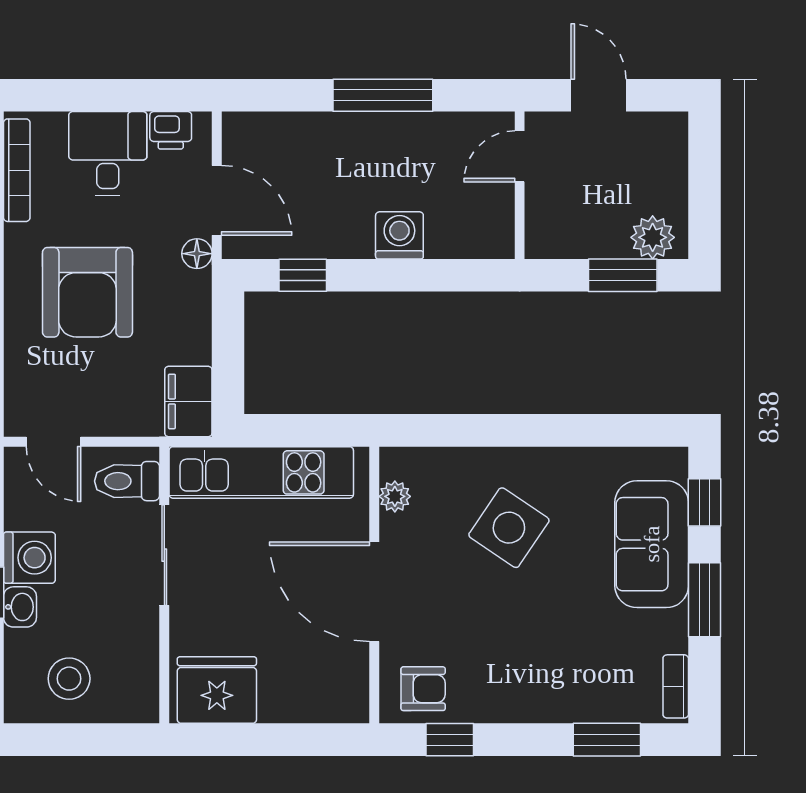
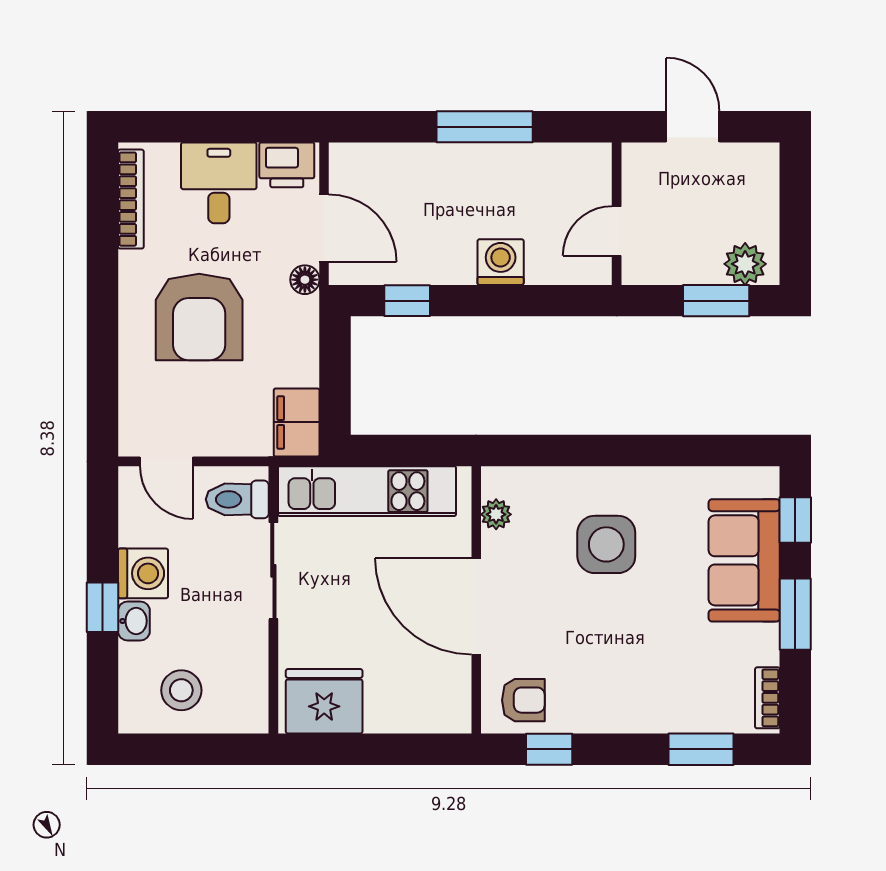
printer: (171, 130) -> (287, 165), width x1.36, depth x1.24
door: (520, 156) -> (617, 231), moved
side table: (509, 528) -> (606, 544), turned -34

